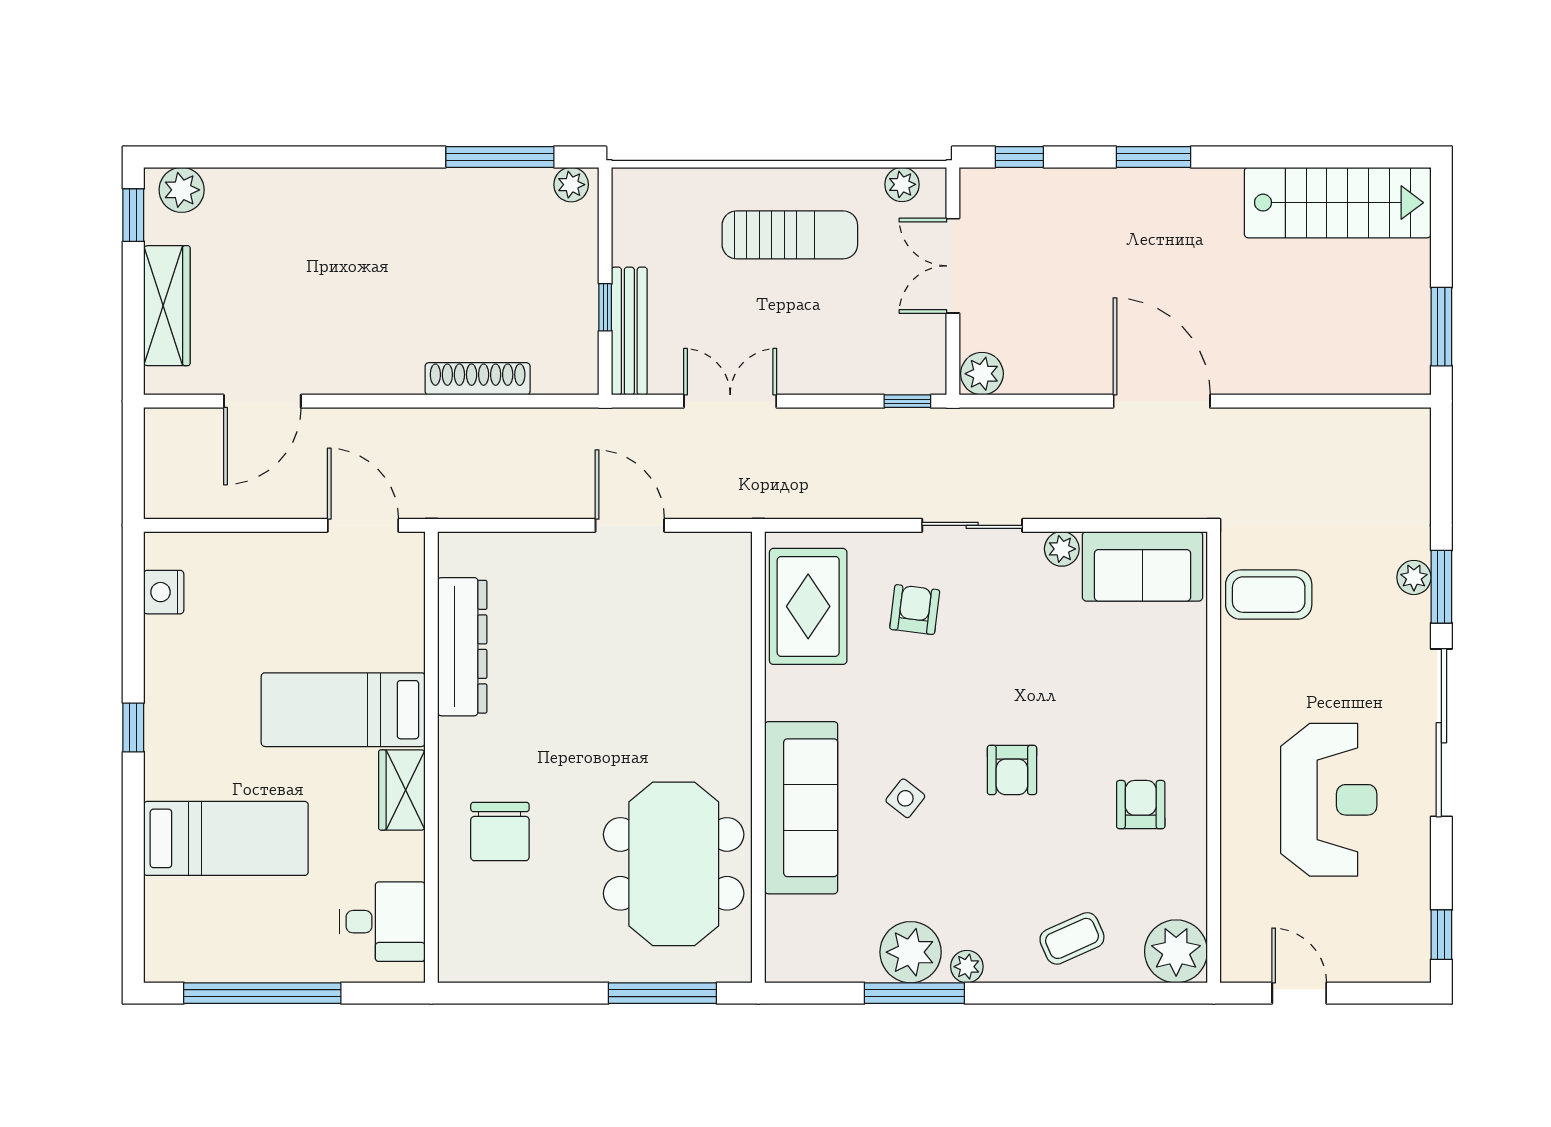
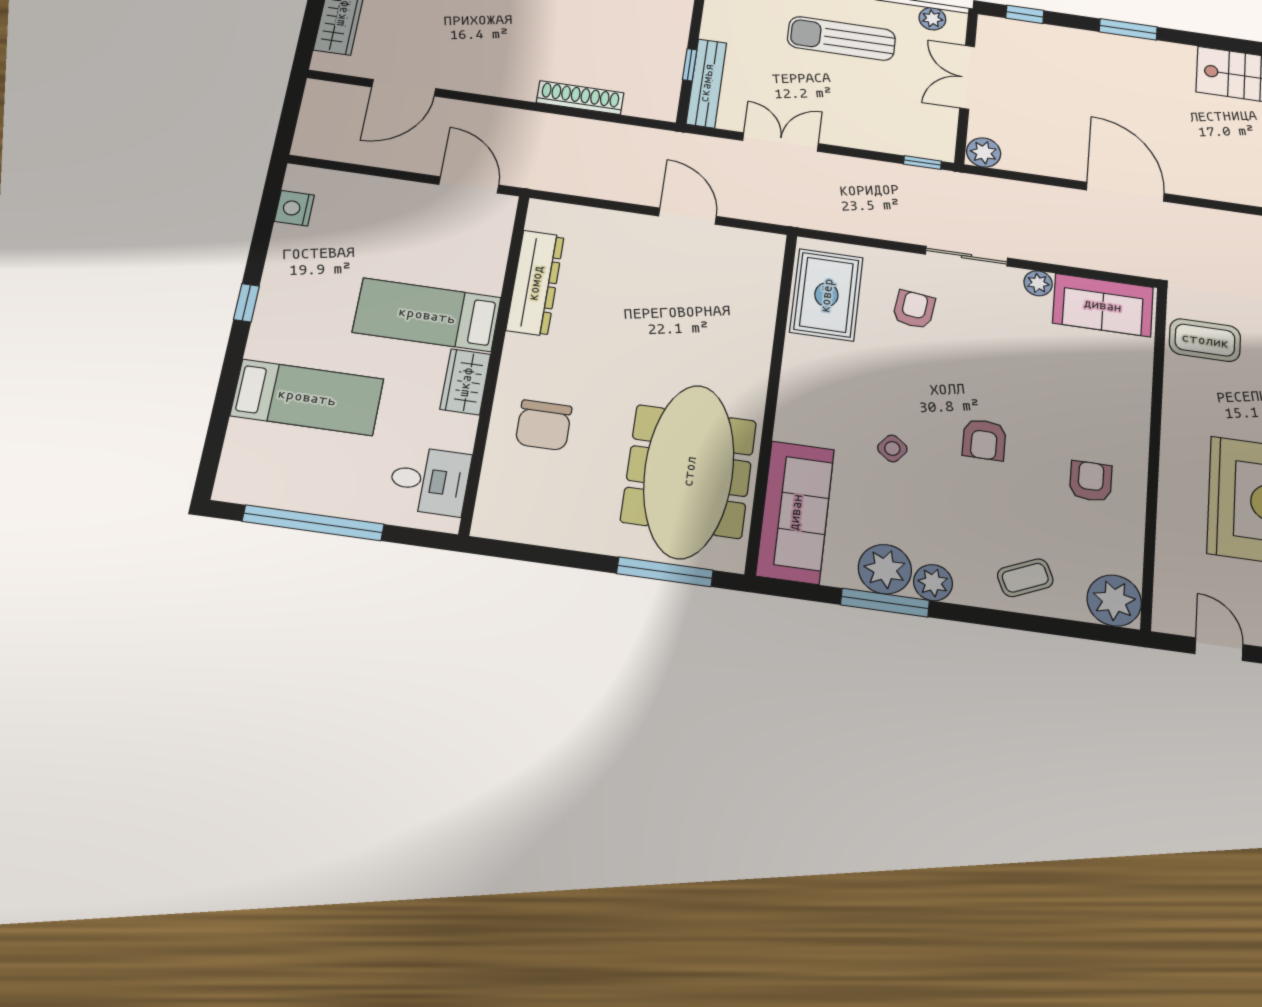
sun lounger: (790, 235) -> (841, 38), turned 180
sofa: (801, 808) -> (795, 512), moved
meeting table: (674, 864) -> (689, 471), width x1.36
plant: (967, 967) -> (933, 583), width x1.38, depth x1.38

